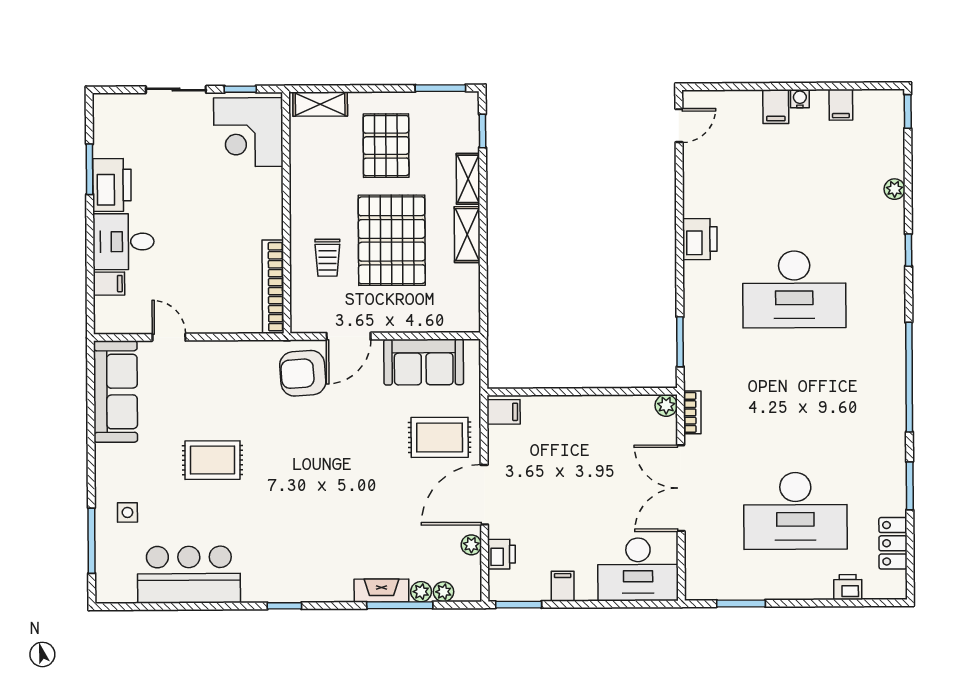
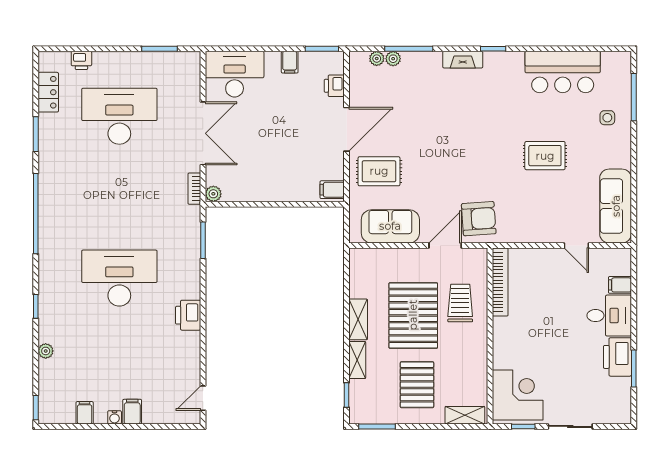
trolley: (327, 258) -> (460, 303), width x1.36, depth x1.39
plant: (471, 545) -> (356, 93), removed
fireplace: (381, 591) -> (463, 60), moved

